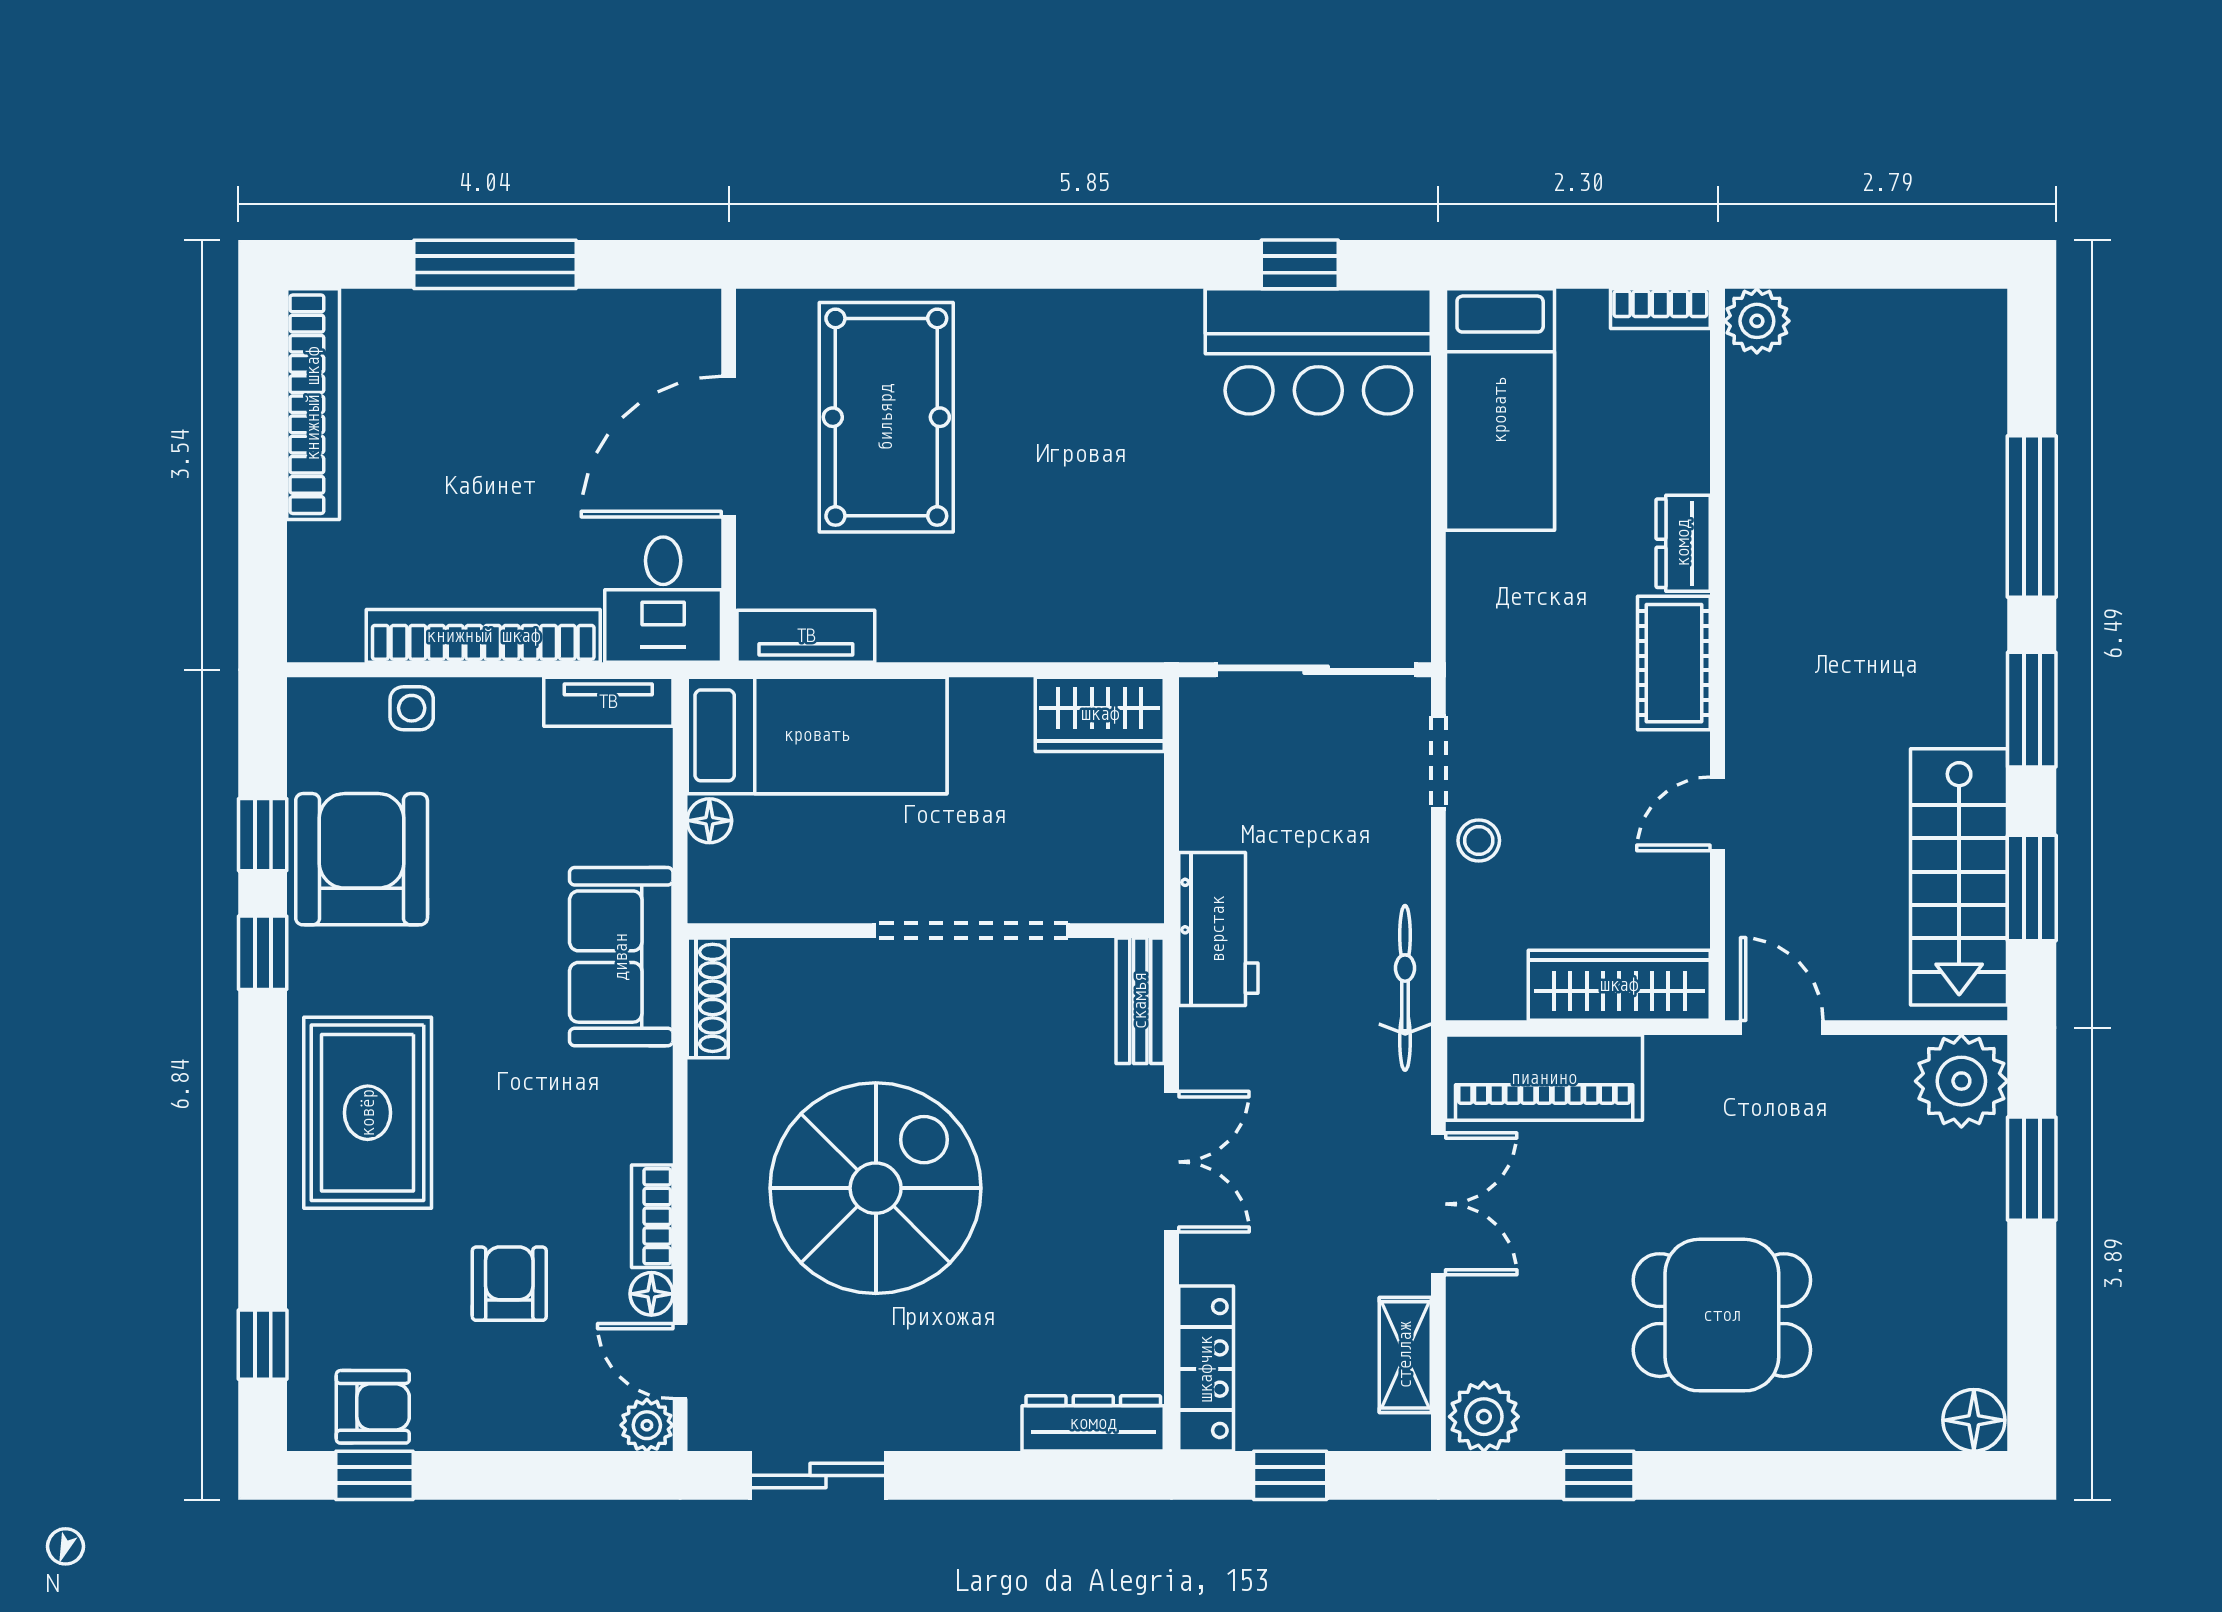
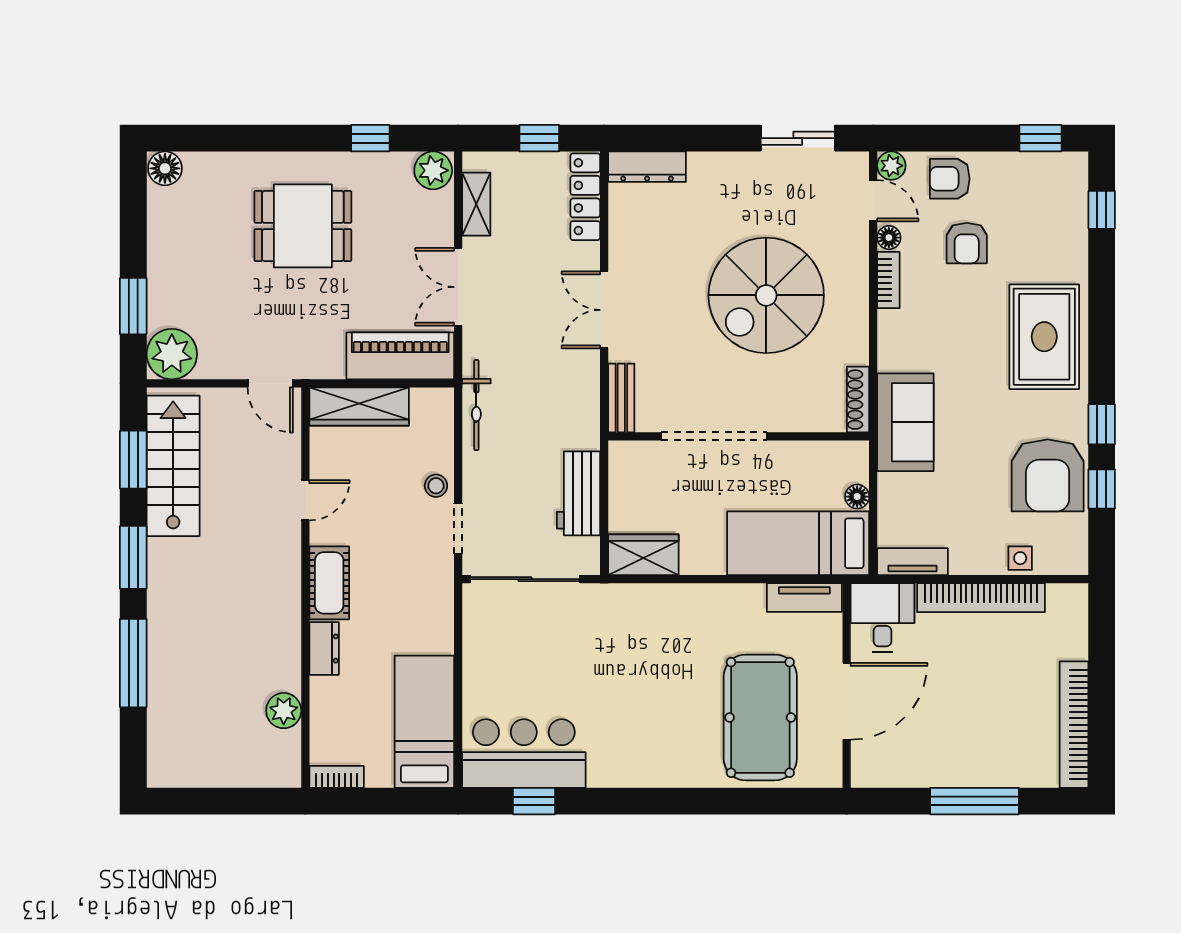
plant: (1757, 321) -> (284, 711), moved
workbench: (1218, 929) -> (579, 493), moved
armchair: (373, 1407) -> (950, 179), moved

